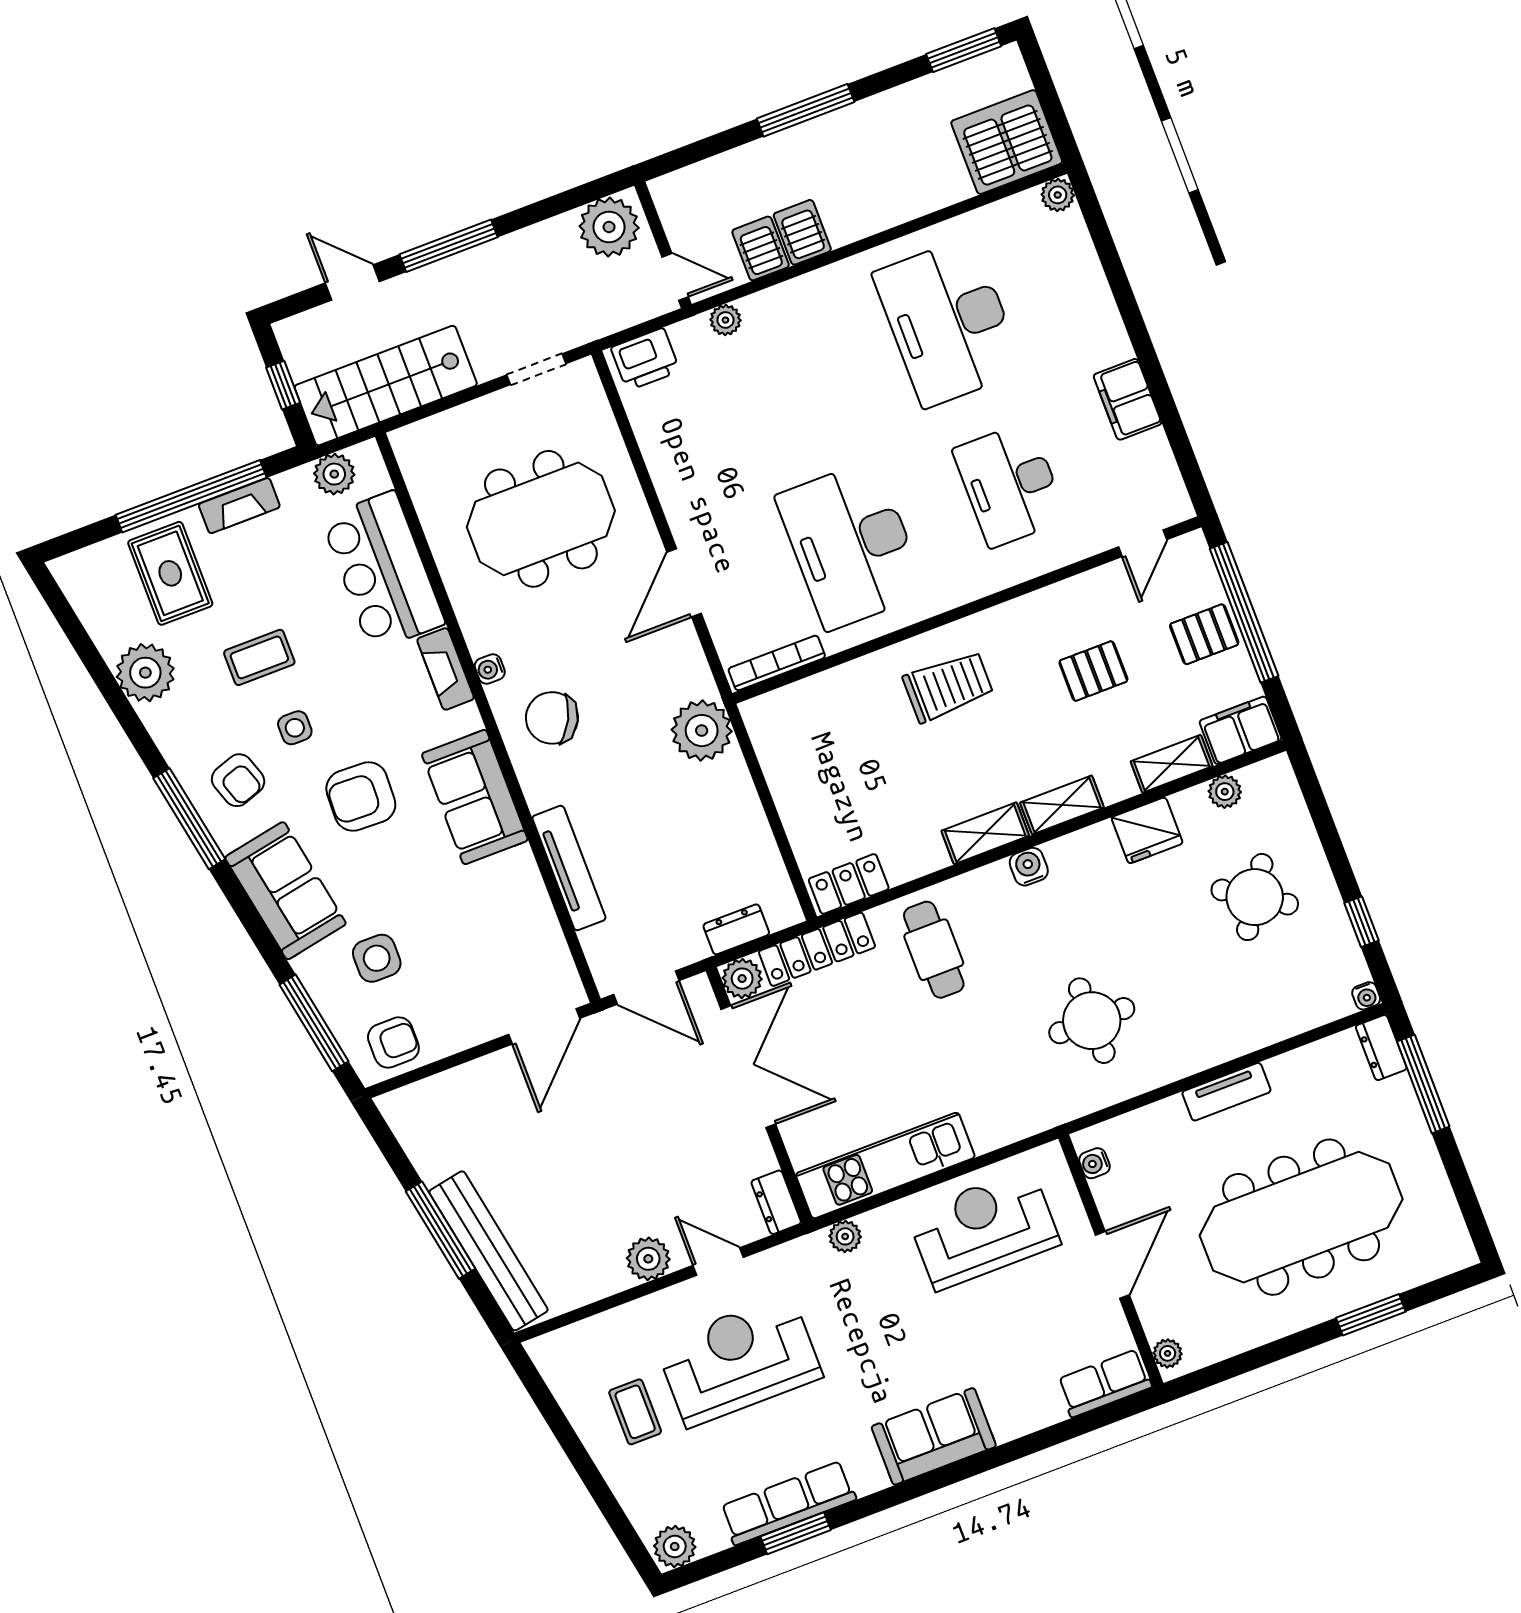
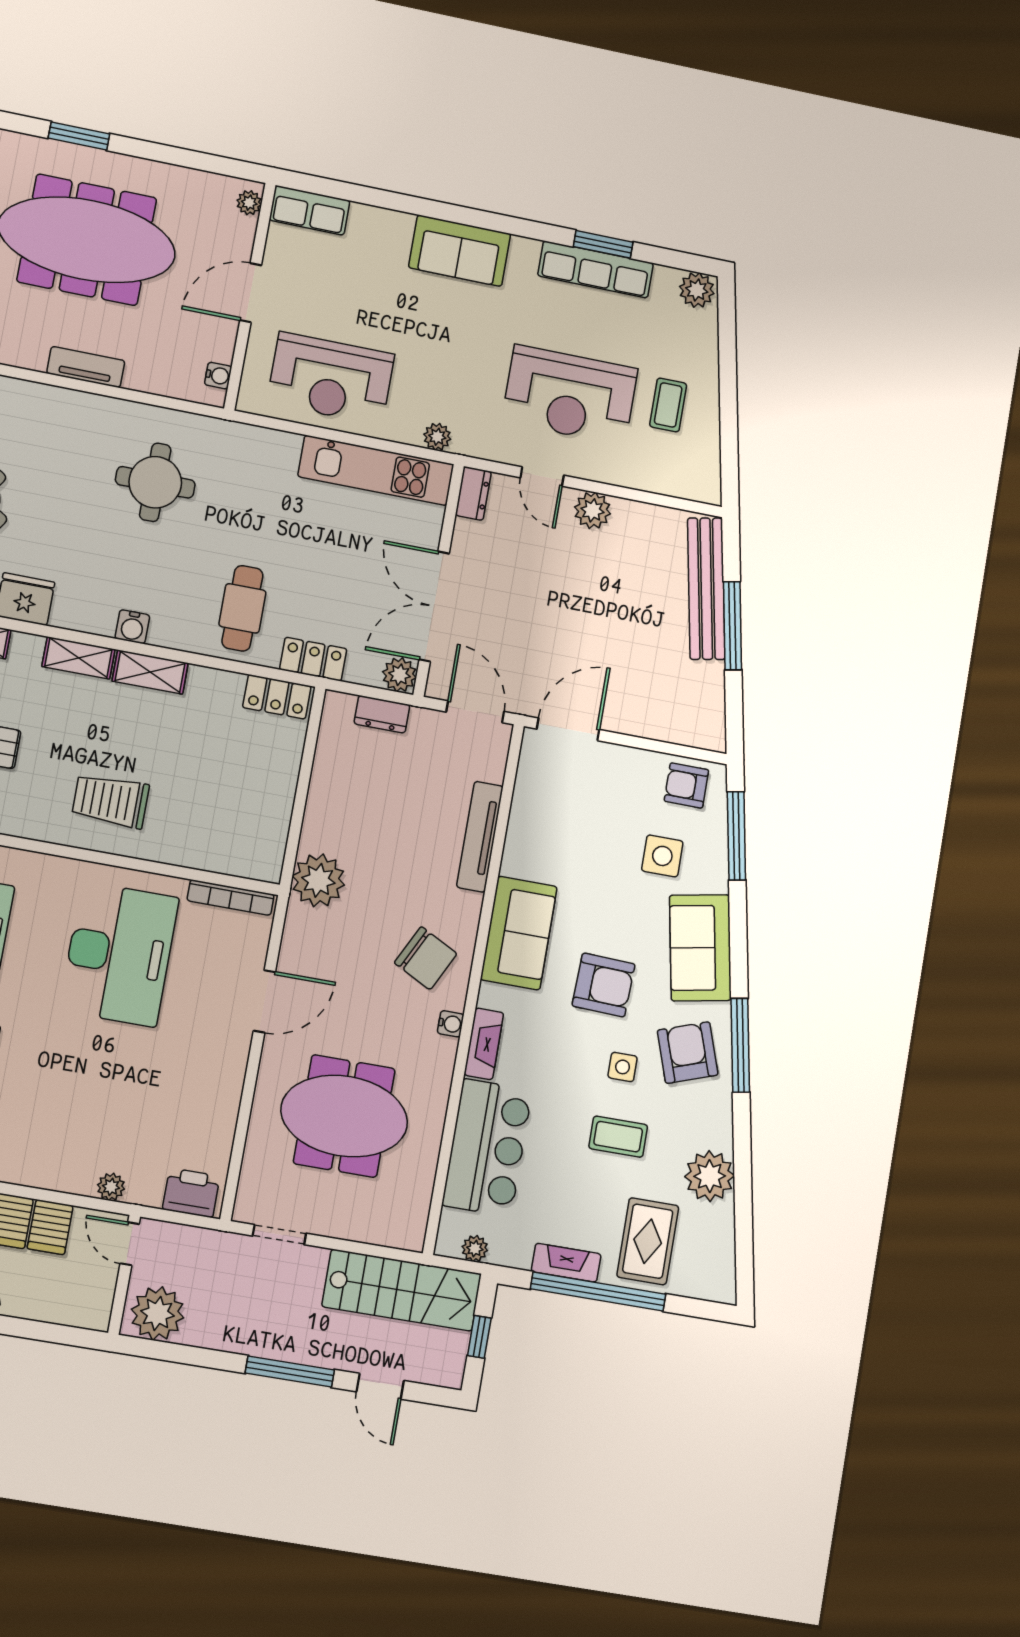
plant: (334, 474) -> (475, 1249), width x0.73, depth x0.73
armchair: (238, 780) -> (688, 1053), width x1.38, depth x1.38
locker: (817, 949) -> (313, 659), width x0.66

